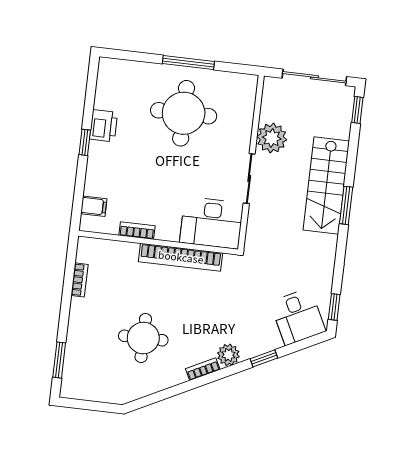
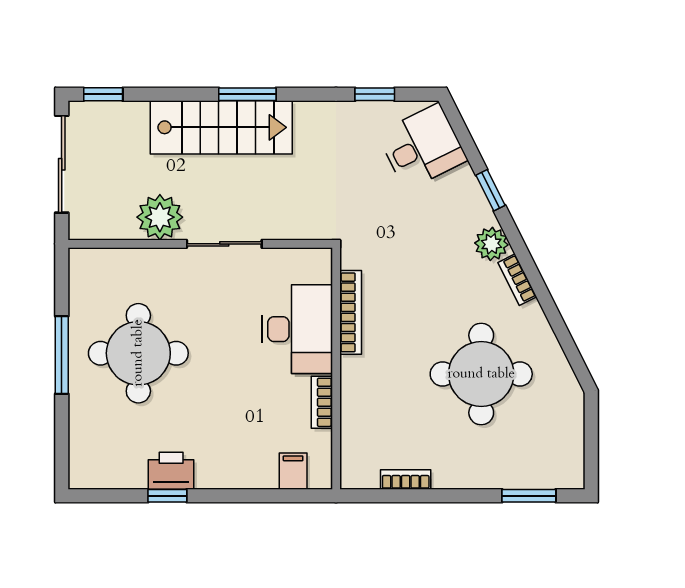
window: (85, 142) -> (167, 496), moved
desk: (212, 223) -> (297, 329), moved
bookcase: (181, 257) -> (351, 312), width x0.68, depth x0.76
window: (334, 307) -> (375, 94), moved
round table: (143, 338) -> (481, 374), width x1.36, depth x1.36

